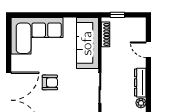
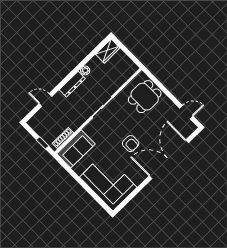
sofa: (87, 43) -> (76, 149), width x0.73
door: (148, 50) -> (45, 100), swing flipped
armchair: (50, 82) -> (131, 144), turned 180

